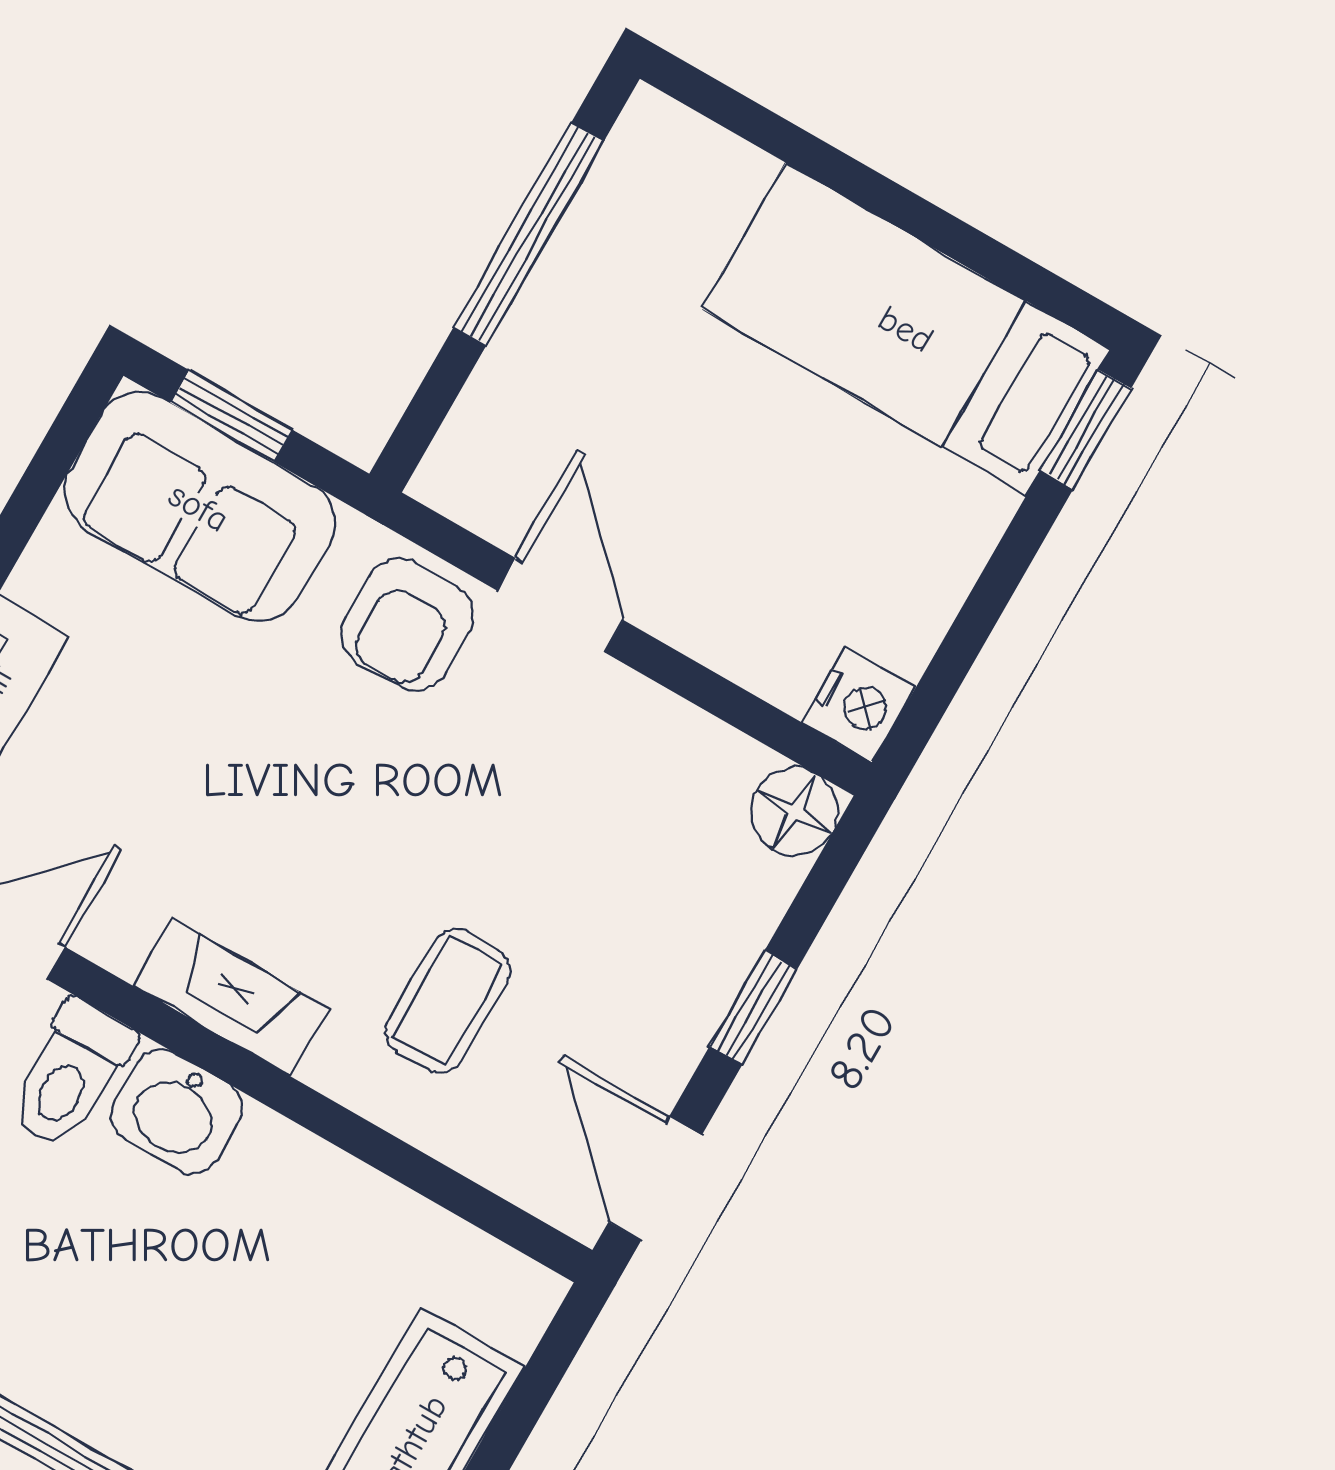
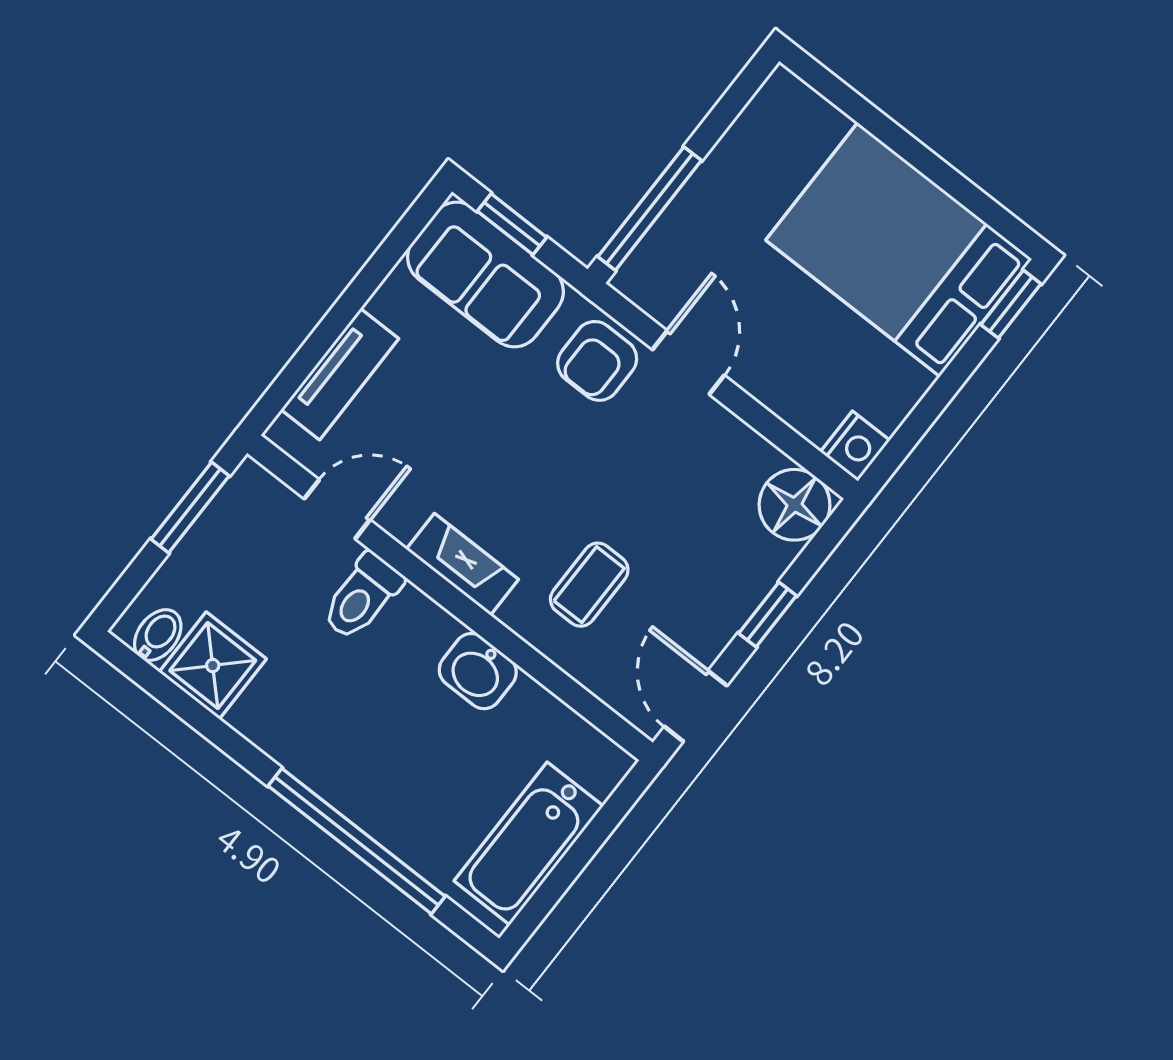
window: (529, 234) -> (650, 209), moved
bed: (906, 329) -> (899, 250), width x1.50
floor lamp: (794, 812) -> (795, 505), width x1.38, depth x1.38
washbasin: (176, 1111) -> (478, 671), moved

